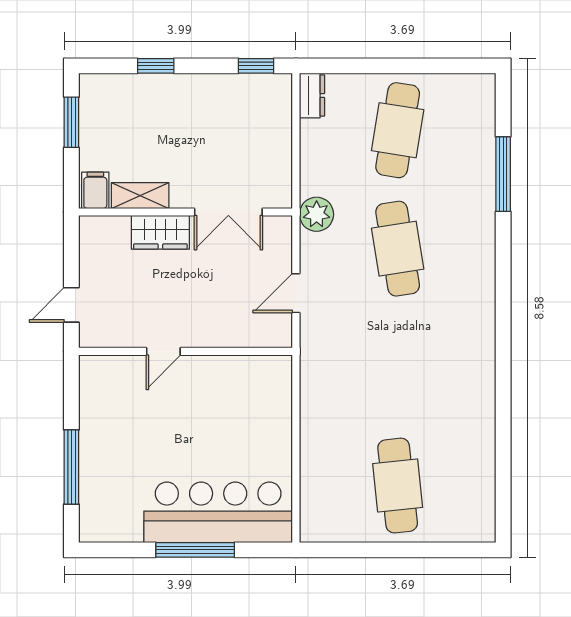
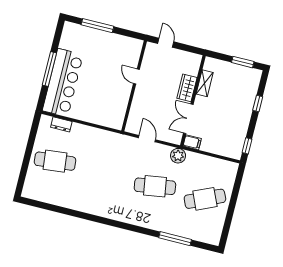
dresser: (312, 96) -> (61, 124), moved
cafe table: (398, 130) -> (205, 199), turned -33
filing cabinet: (95, 190) -> (192, 142), moved

